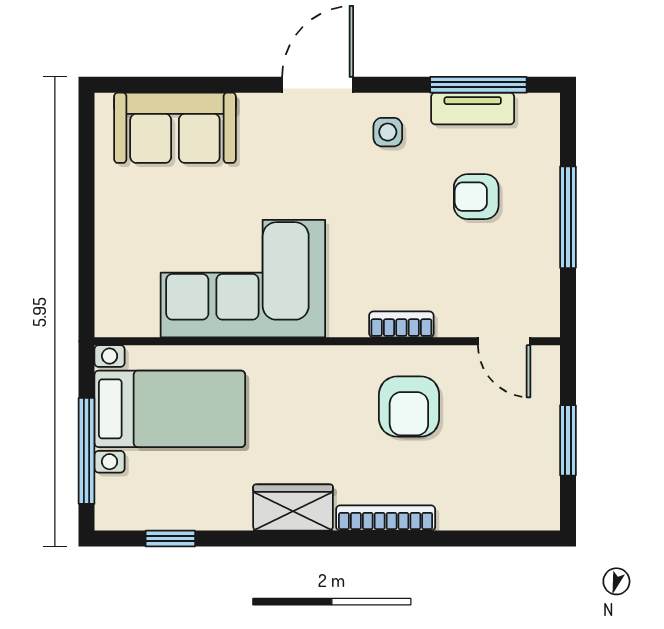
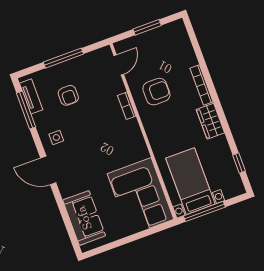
tv unit: (473, 109) -> (31, 96), moved
corner sofa: (243, 279) -> (140, 196), moved
window: (87, 451) -> (204, 211), moved

